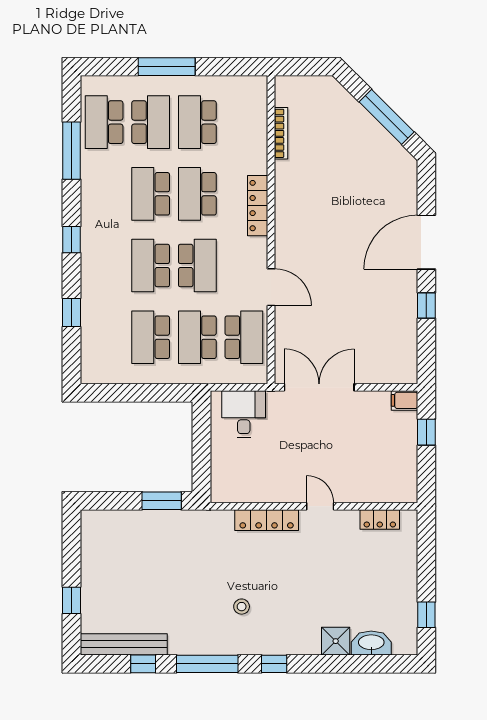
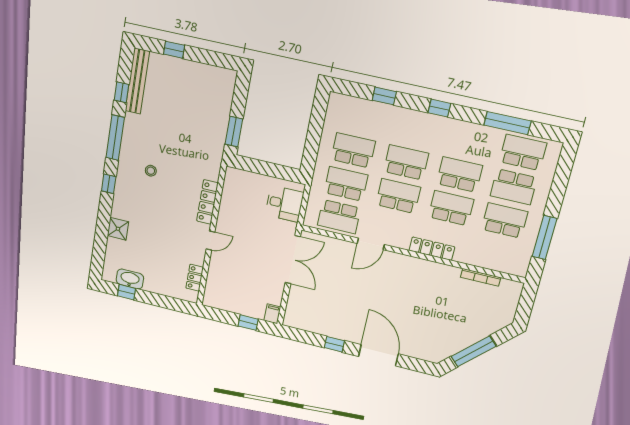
window: (167, 67) -> (545, 238), moved
school desk: (197, 266) -> (398, 196), turned 180
washbasin: (371, 643) -> (130, 279), moved, turned -90

